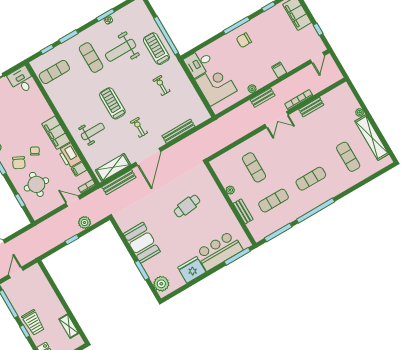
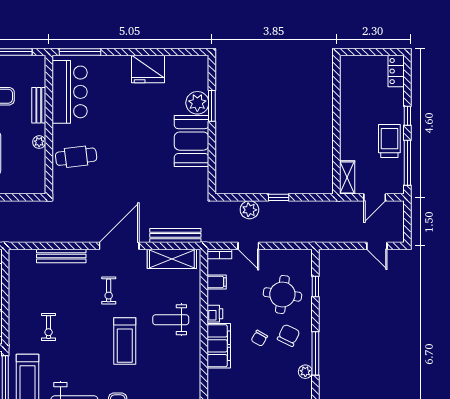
printer: (70, 156) -> (215, 314), width x0.53, depth x0.68
cafe table: (187, 206) -> (76, 157), moved
bar counter: (219, 251) -> (70, 92), moved, turned -90
plant: (161, 284) -> (197, 103), moved
trolley: (33, 322) -> (389, 141), moved
shelving: (69, 326) -> (347, 177), moved

